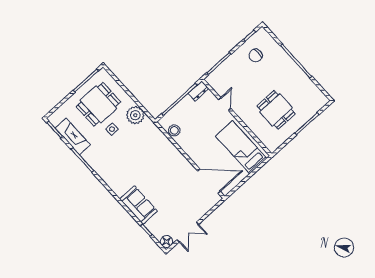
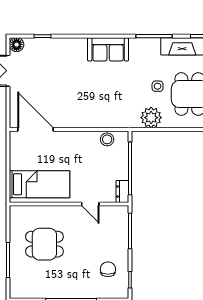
door: (209, 181) -> (36, 129), swing flipped
sofa: (139, 205) -> (108, 49), moved

